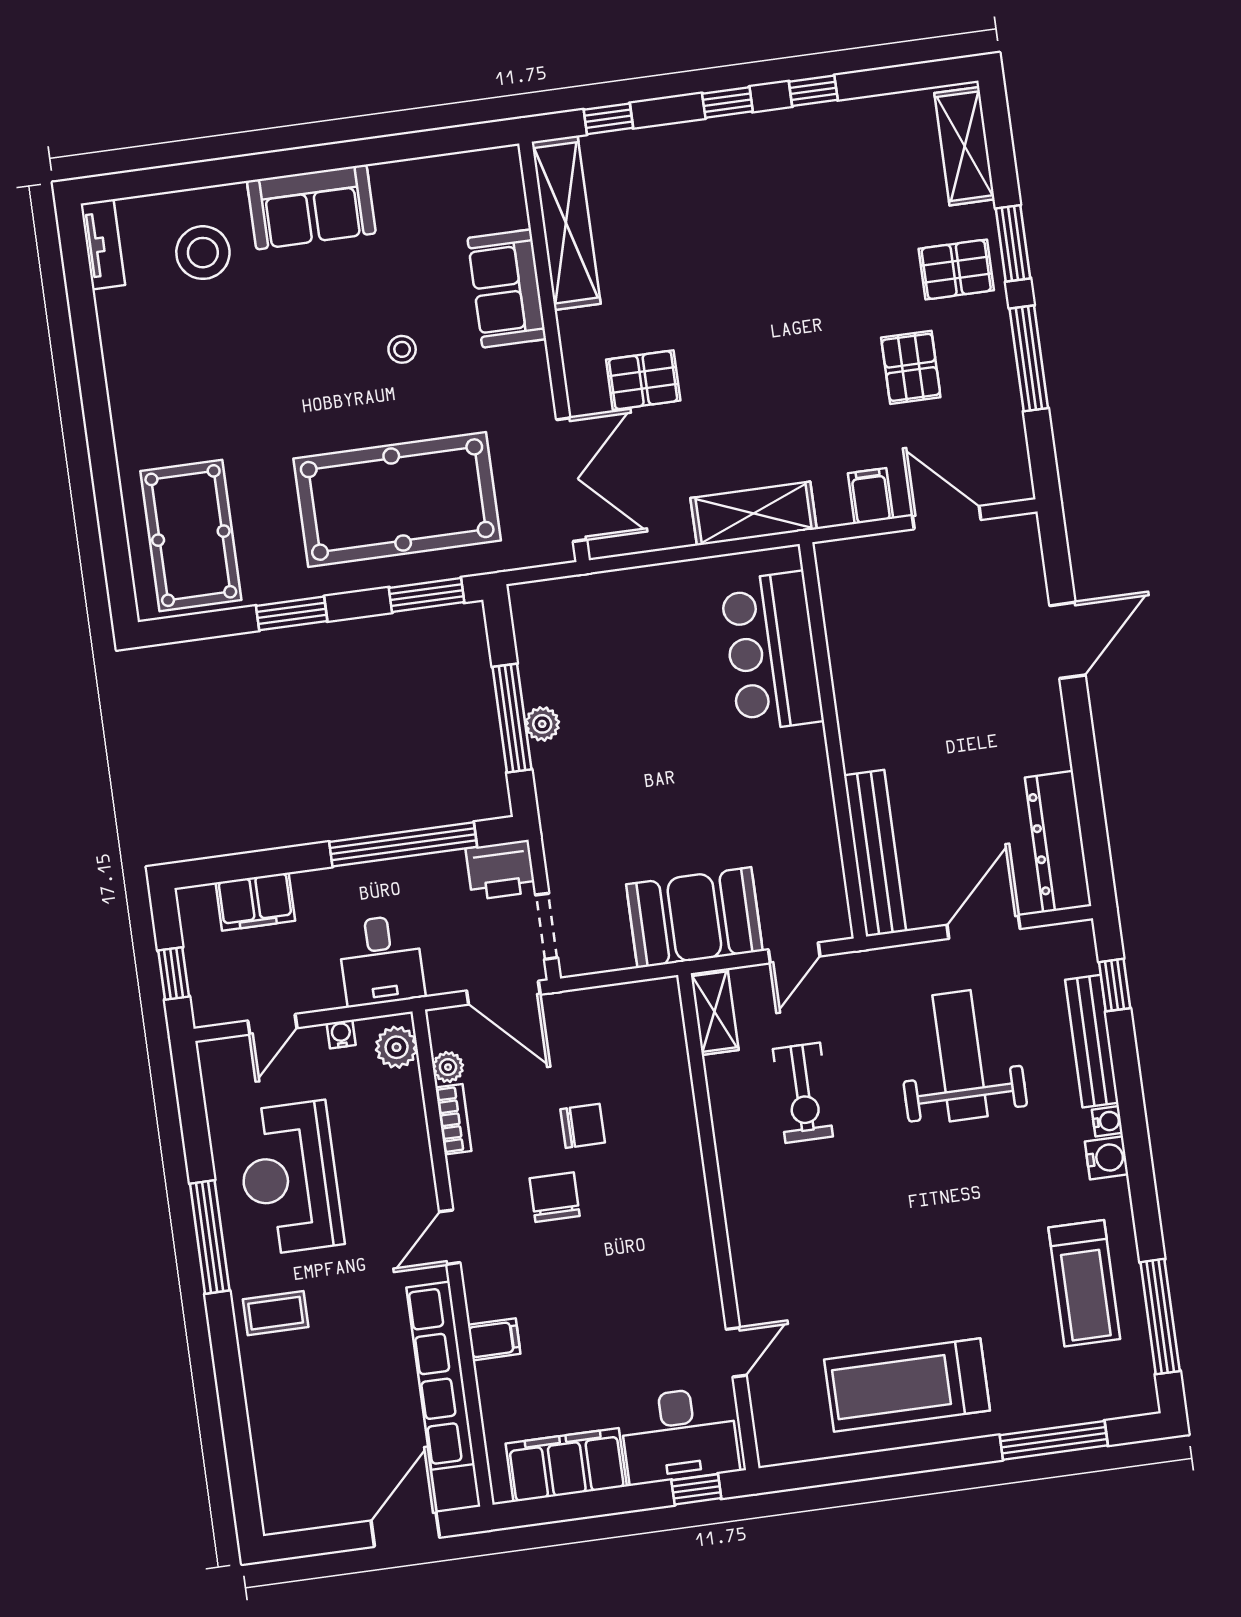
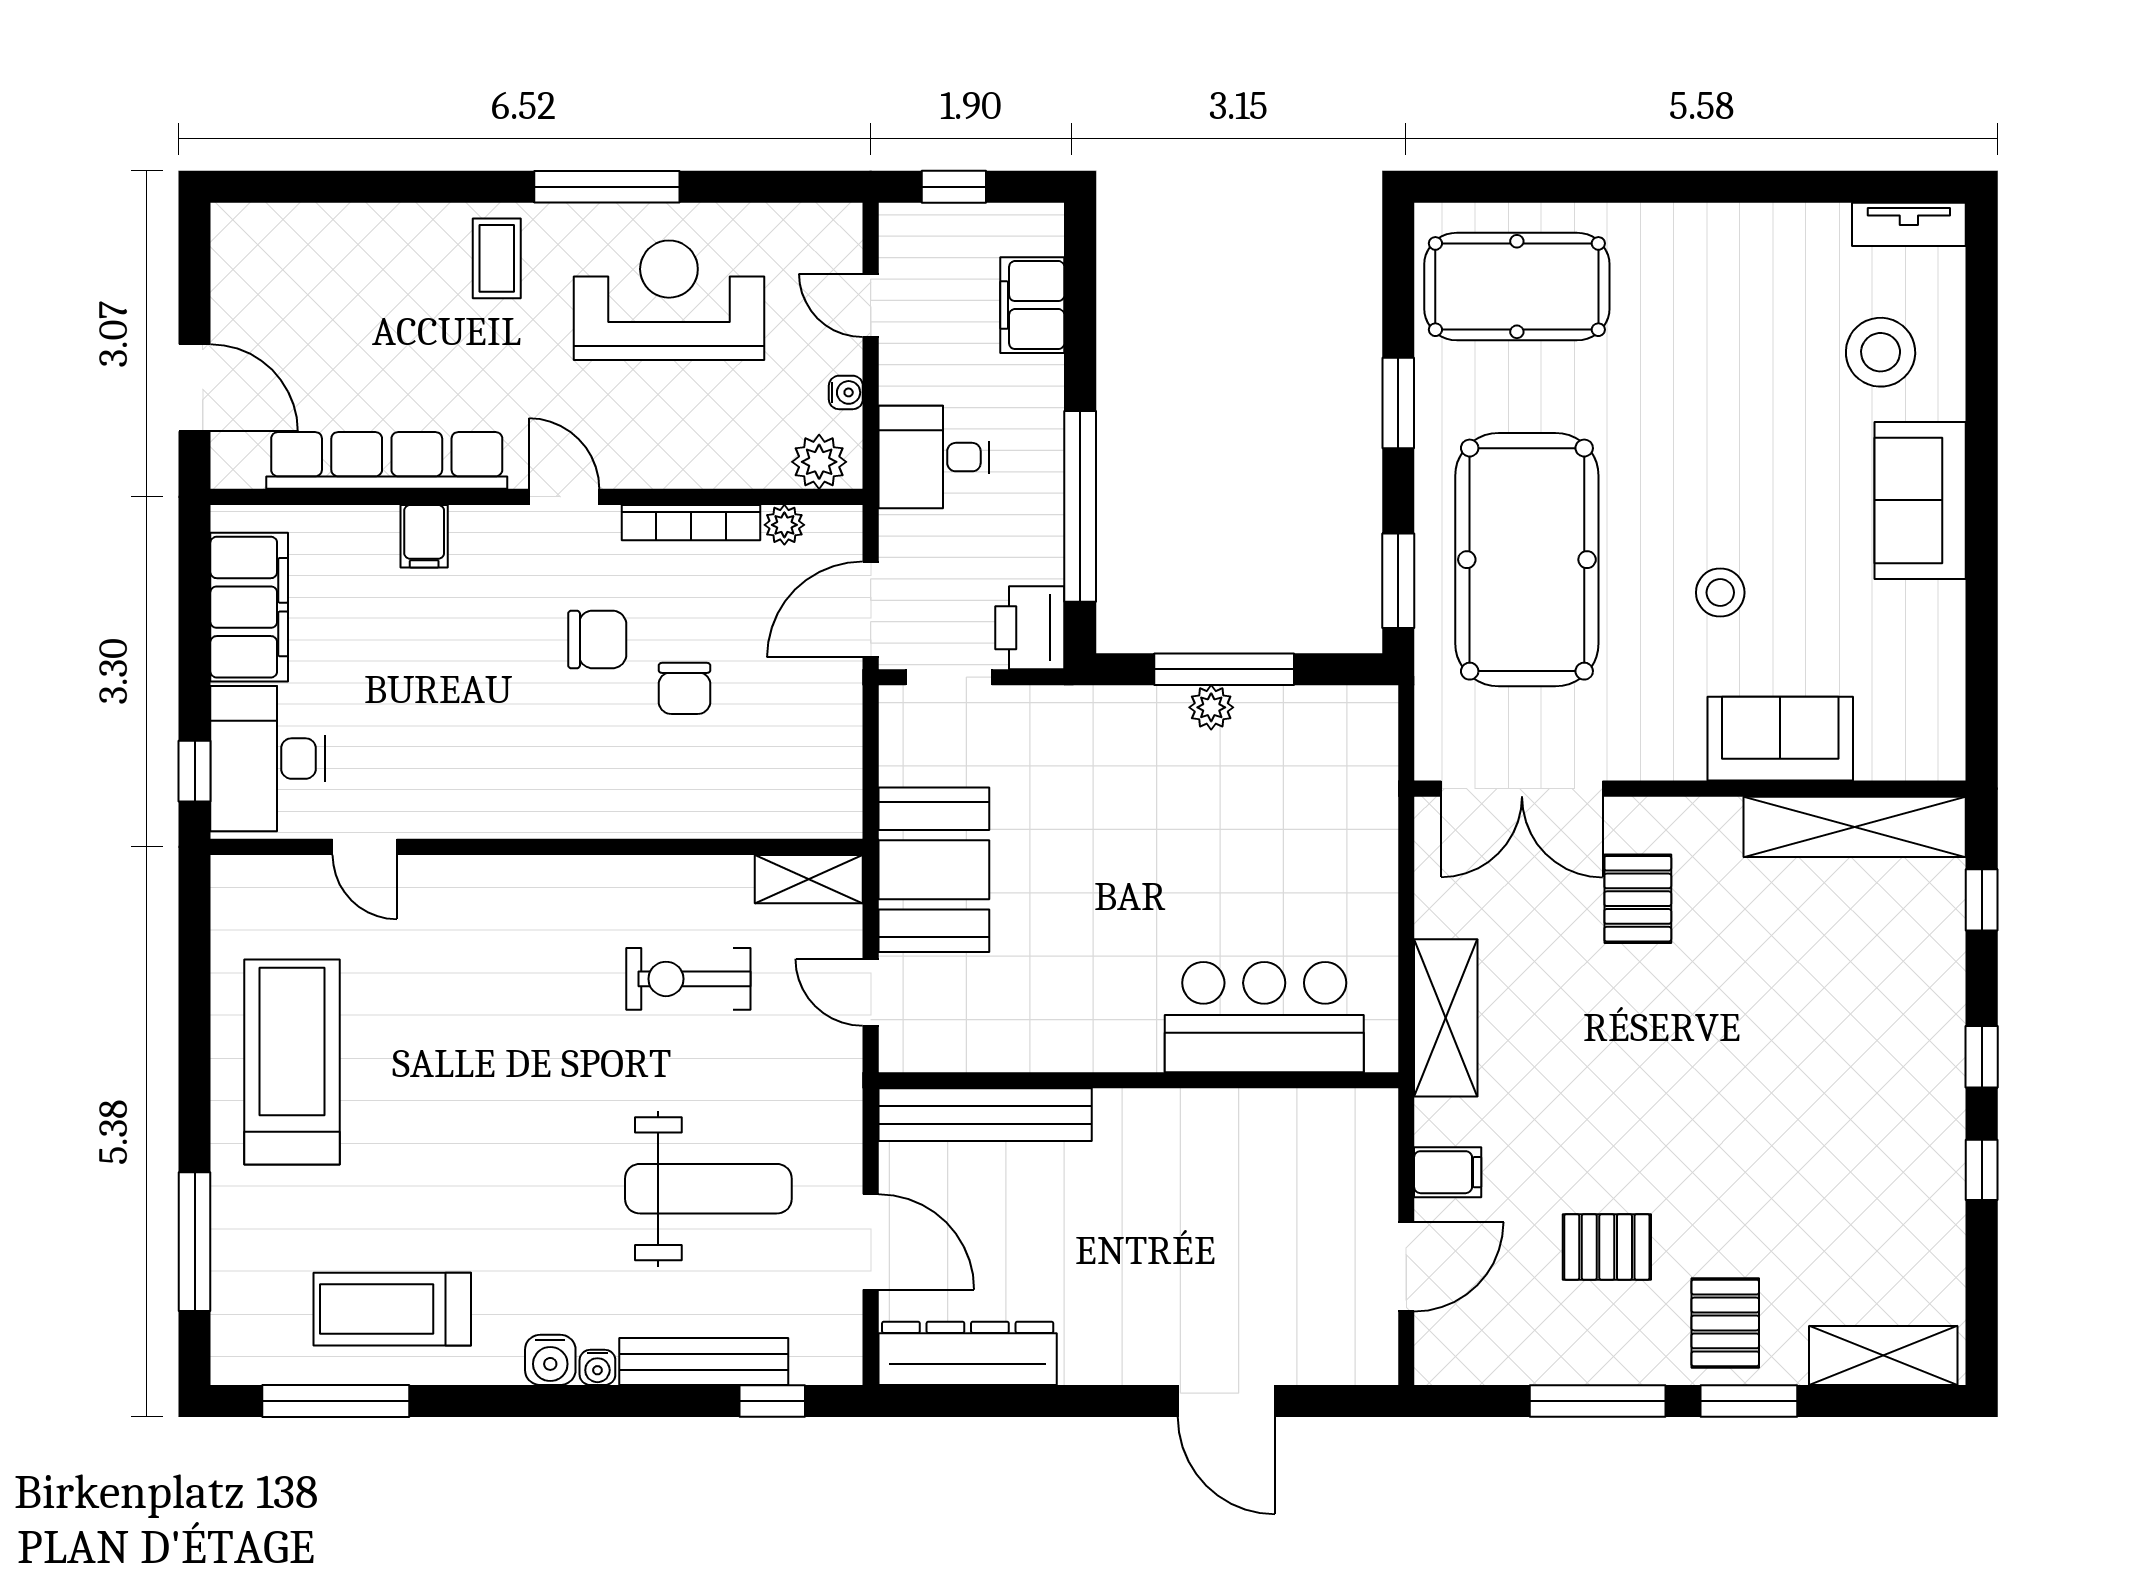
stool: (402, 349) -> (1720, 593), width x1.37, depth x1.37
bookcase: (453, 1119) -> (691, 523), width x1.56

